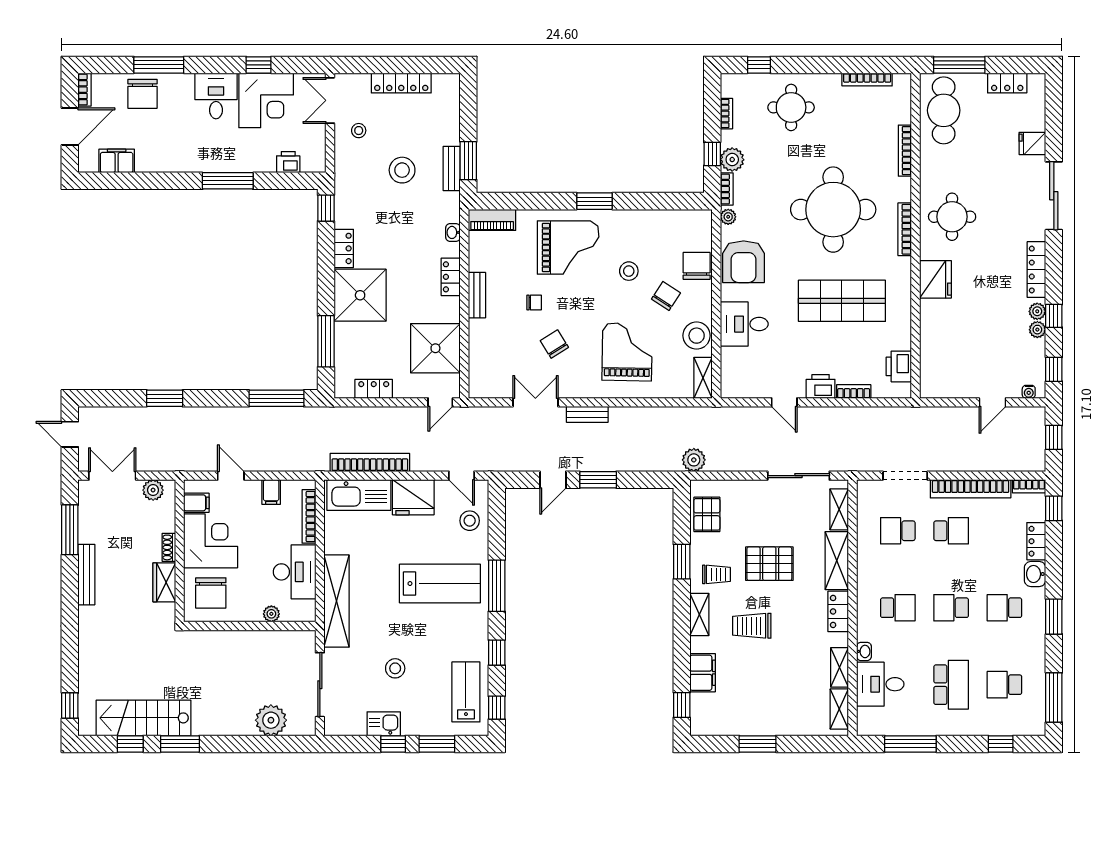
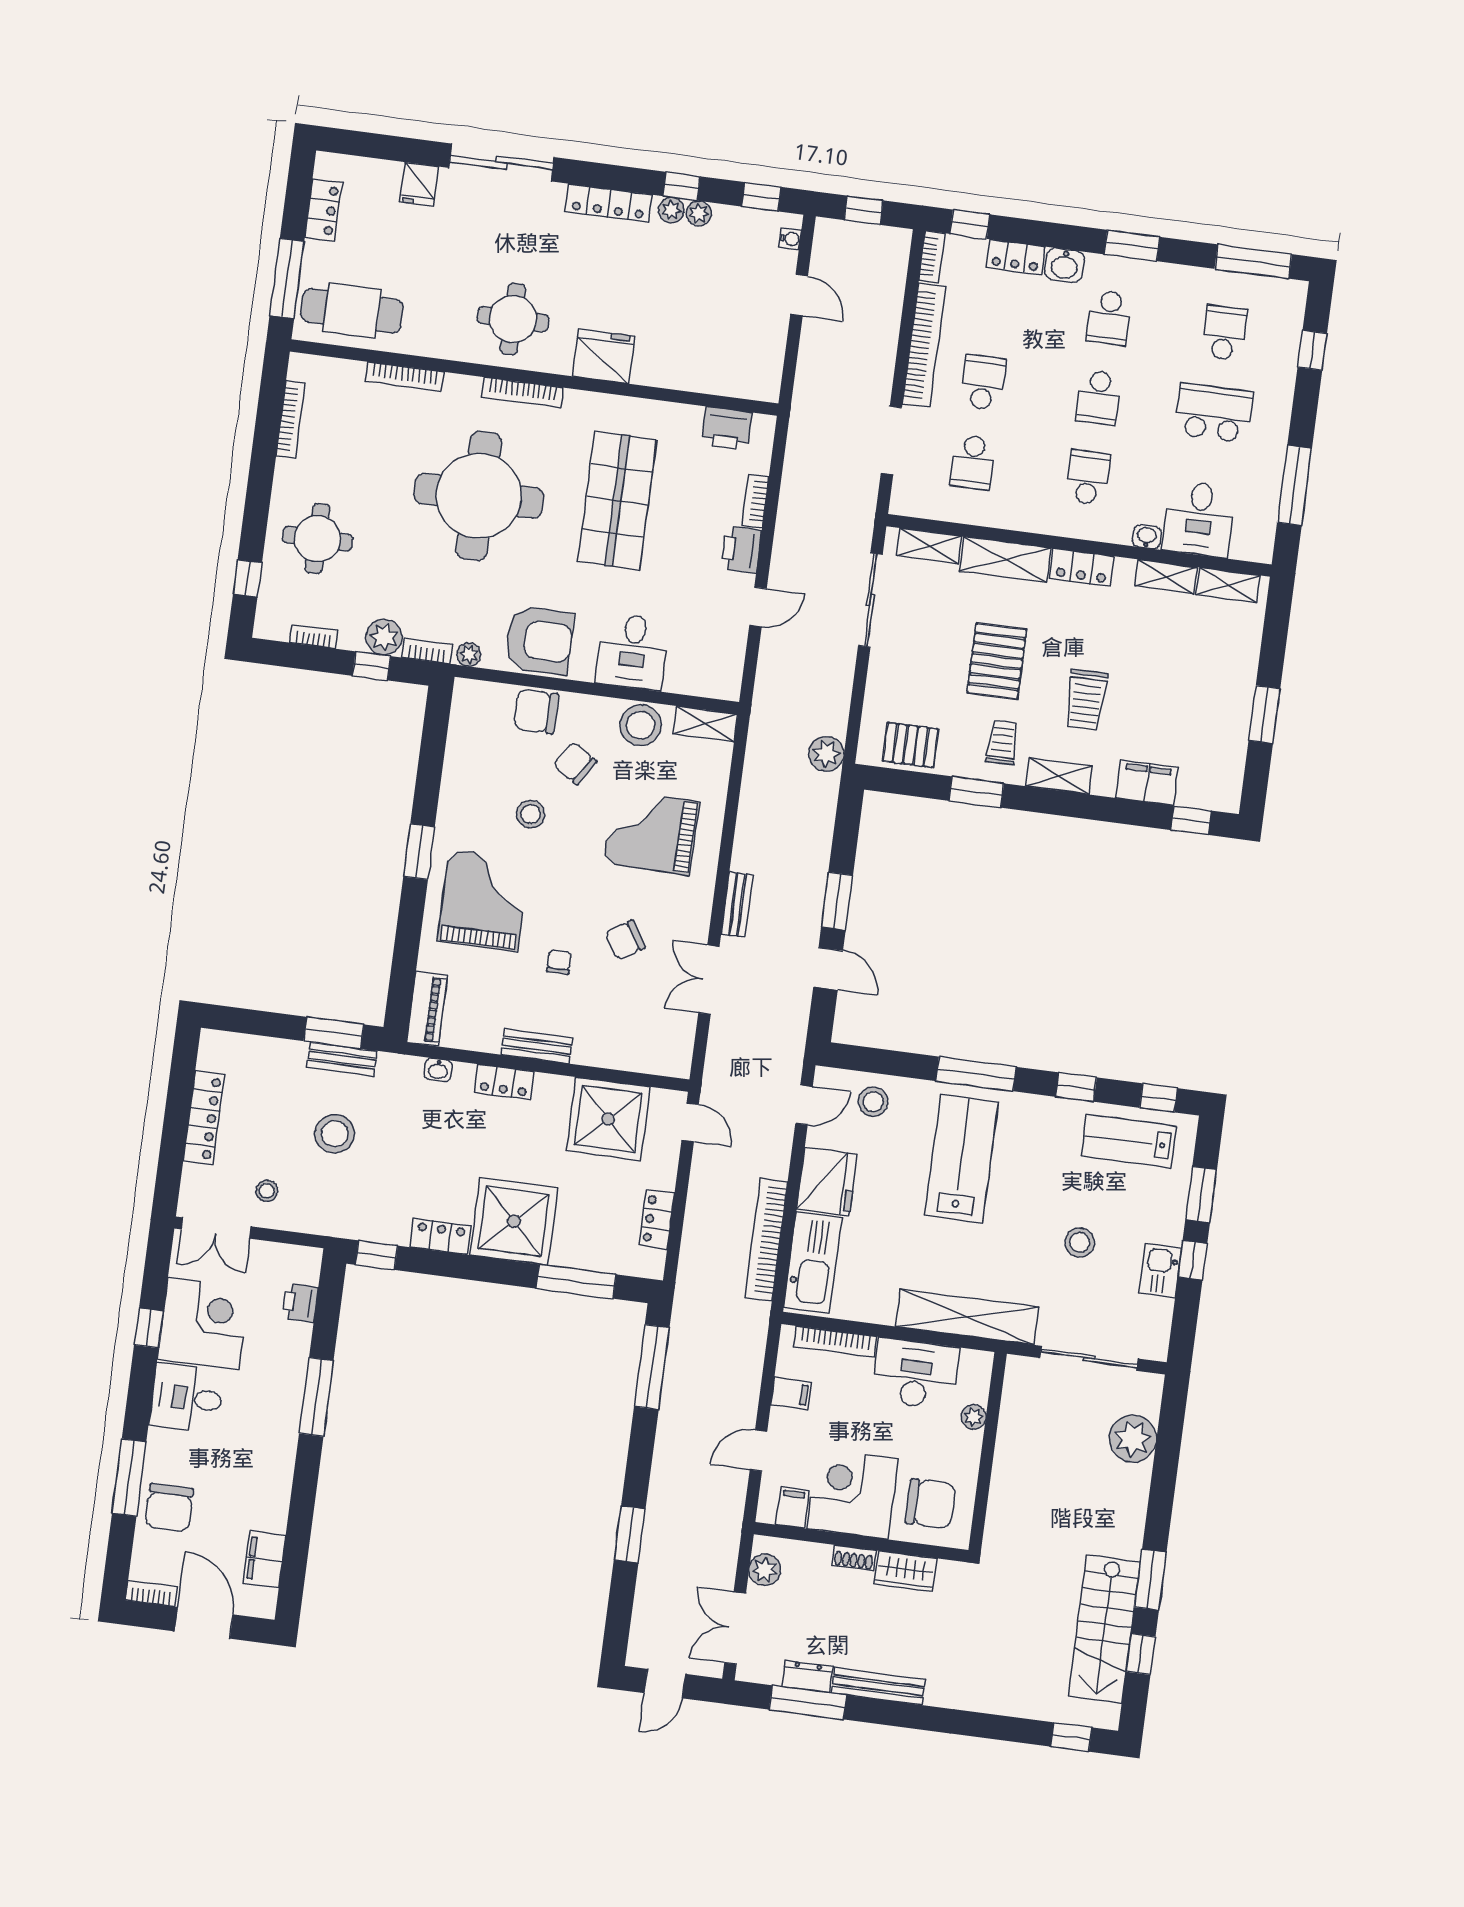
chair: (142, 94) -> (169, 1508), turned 90
dresser: (87, 527) -> (807, 1676), added
school desk: (1004, 685) -> (1224, 333), turned 180

